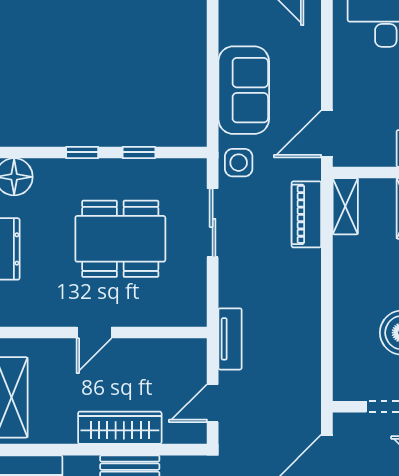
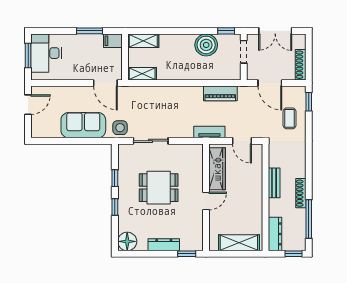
piano: (306, 214) -> (220, 93), moved
dining table: (120, 239) -> (159, 188), width x0.73
door: (94, 332) -> (206, 201), hinge flipped
wardrobe: (120, 428) -> (217, 169), moved, turned 180

